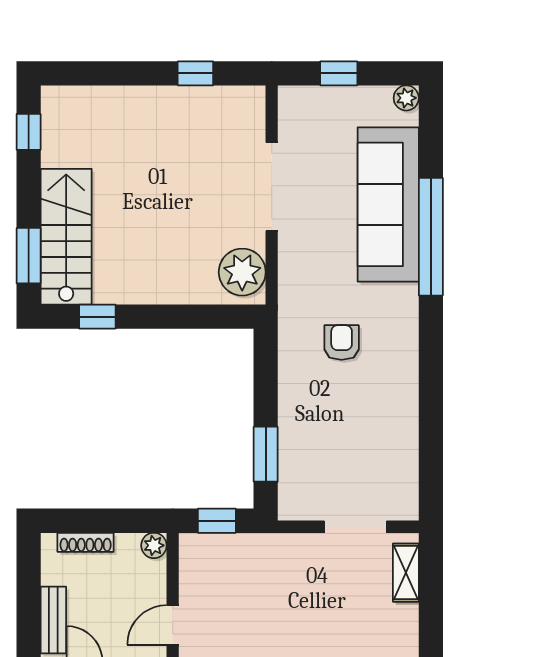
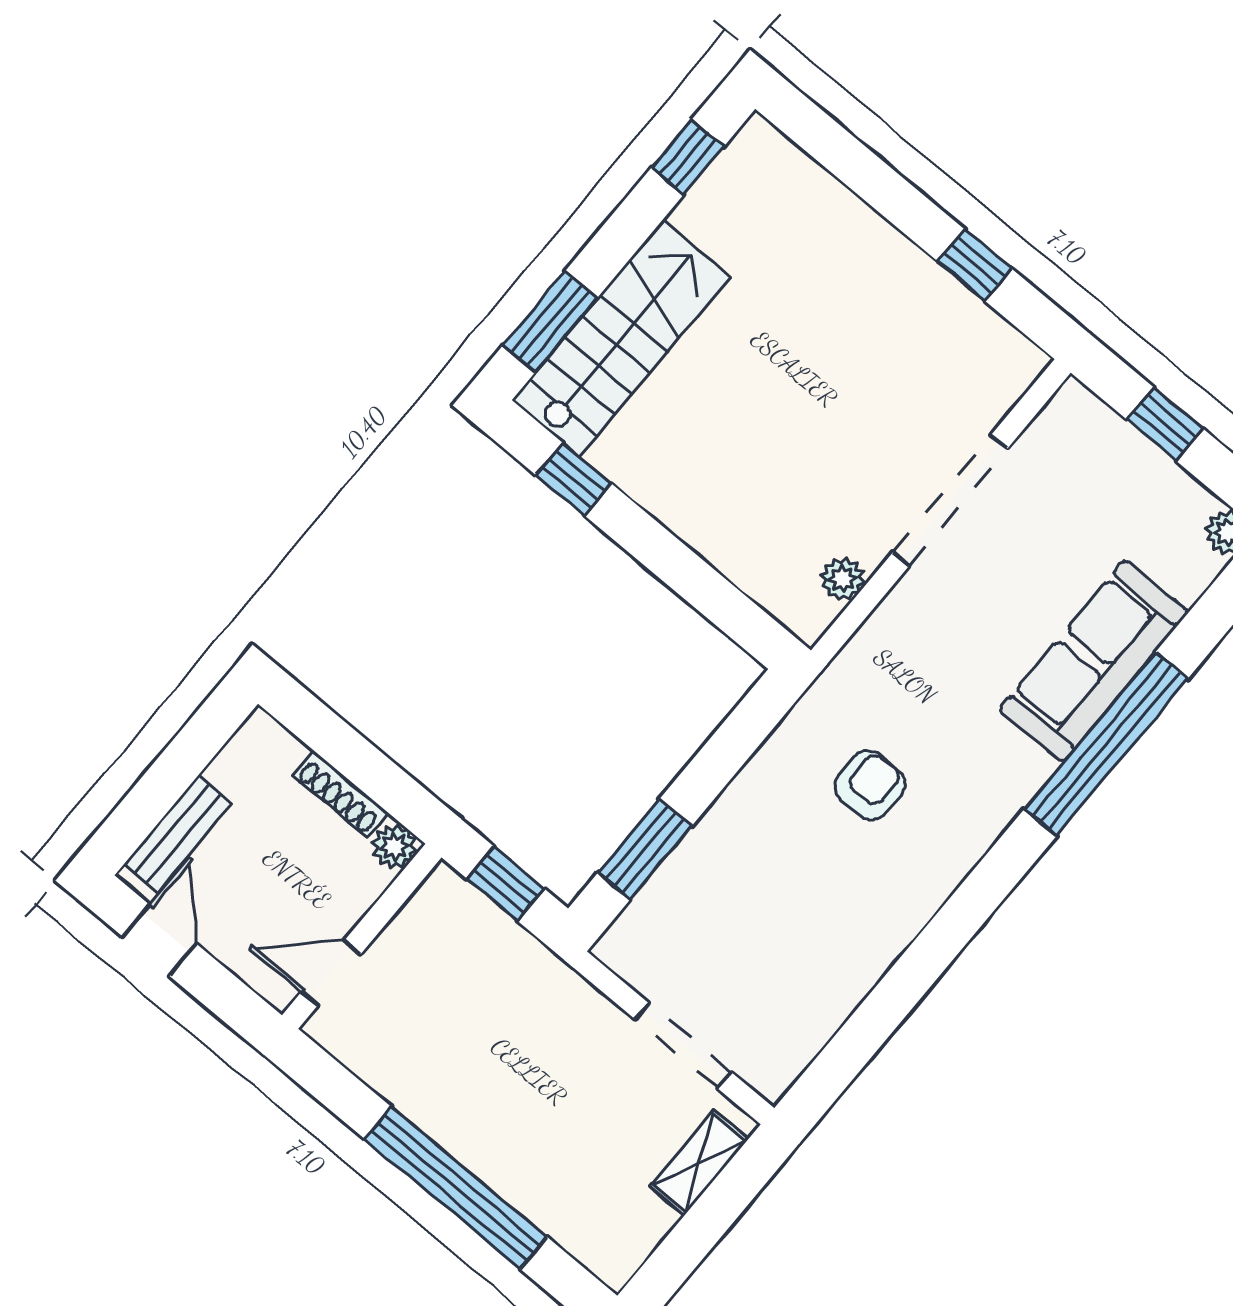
sofa: (388, 204) -> (1094, 661), width x0.74, depth x0.79
plant: (242, 272) -> (843, 579), width x0.53, depth x0.53
shoe rack: (86, 542) -> (340, 794), moved

